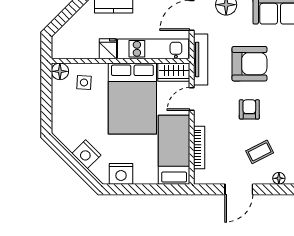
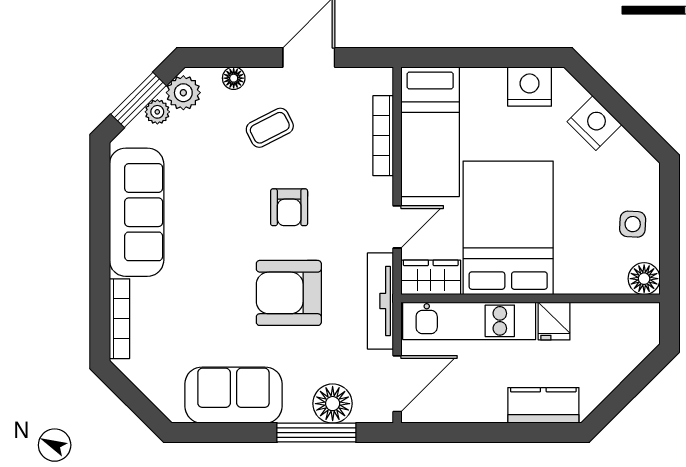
side table: (84, 82) -> (633, 224), moved

